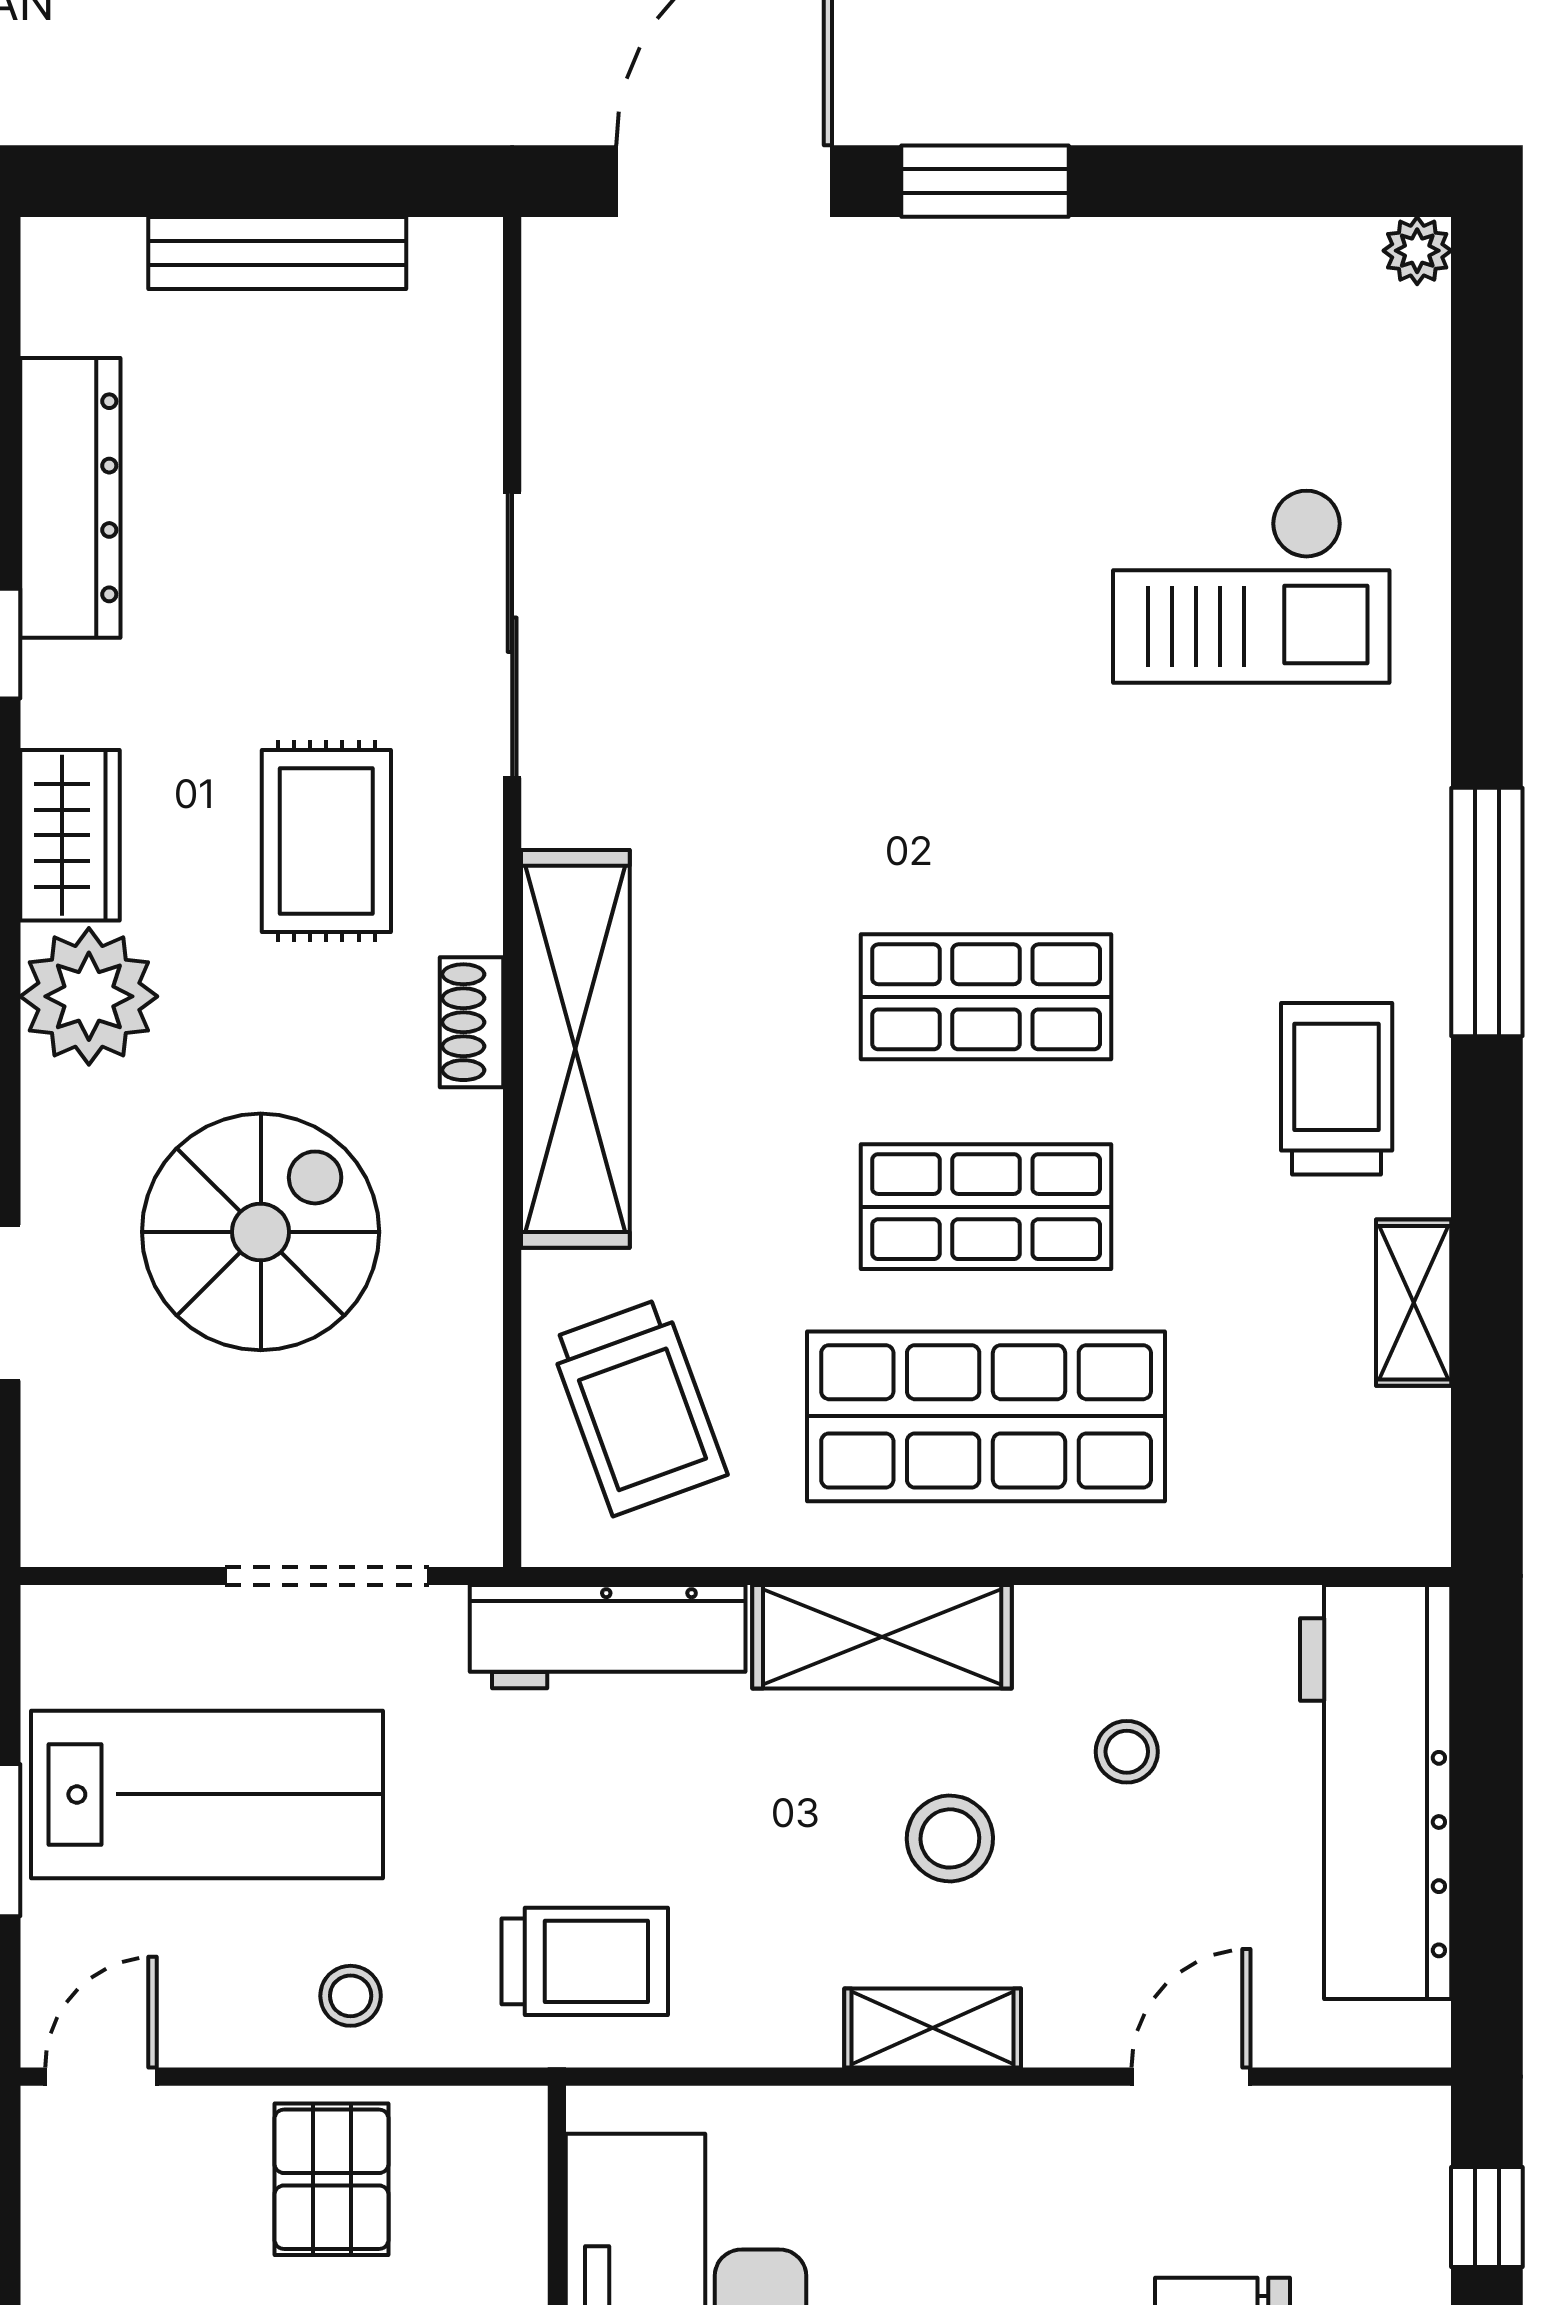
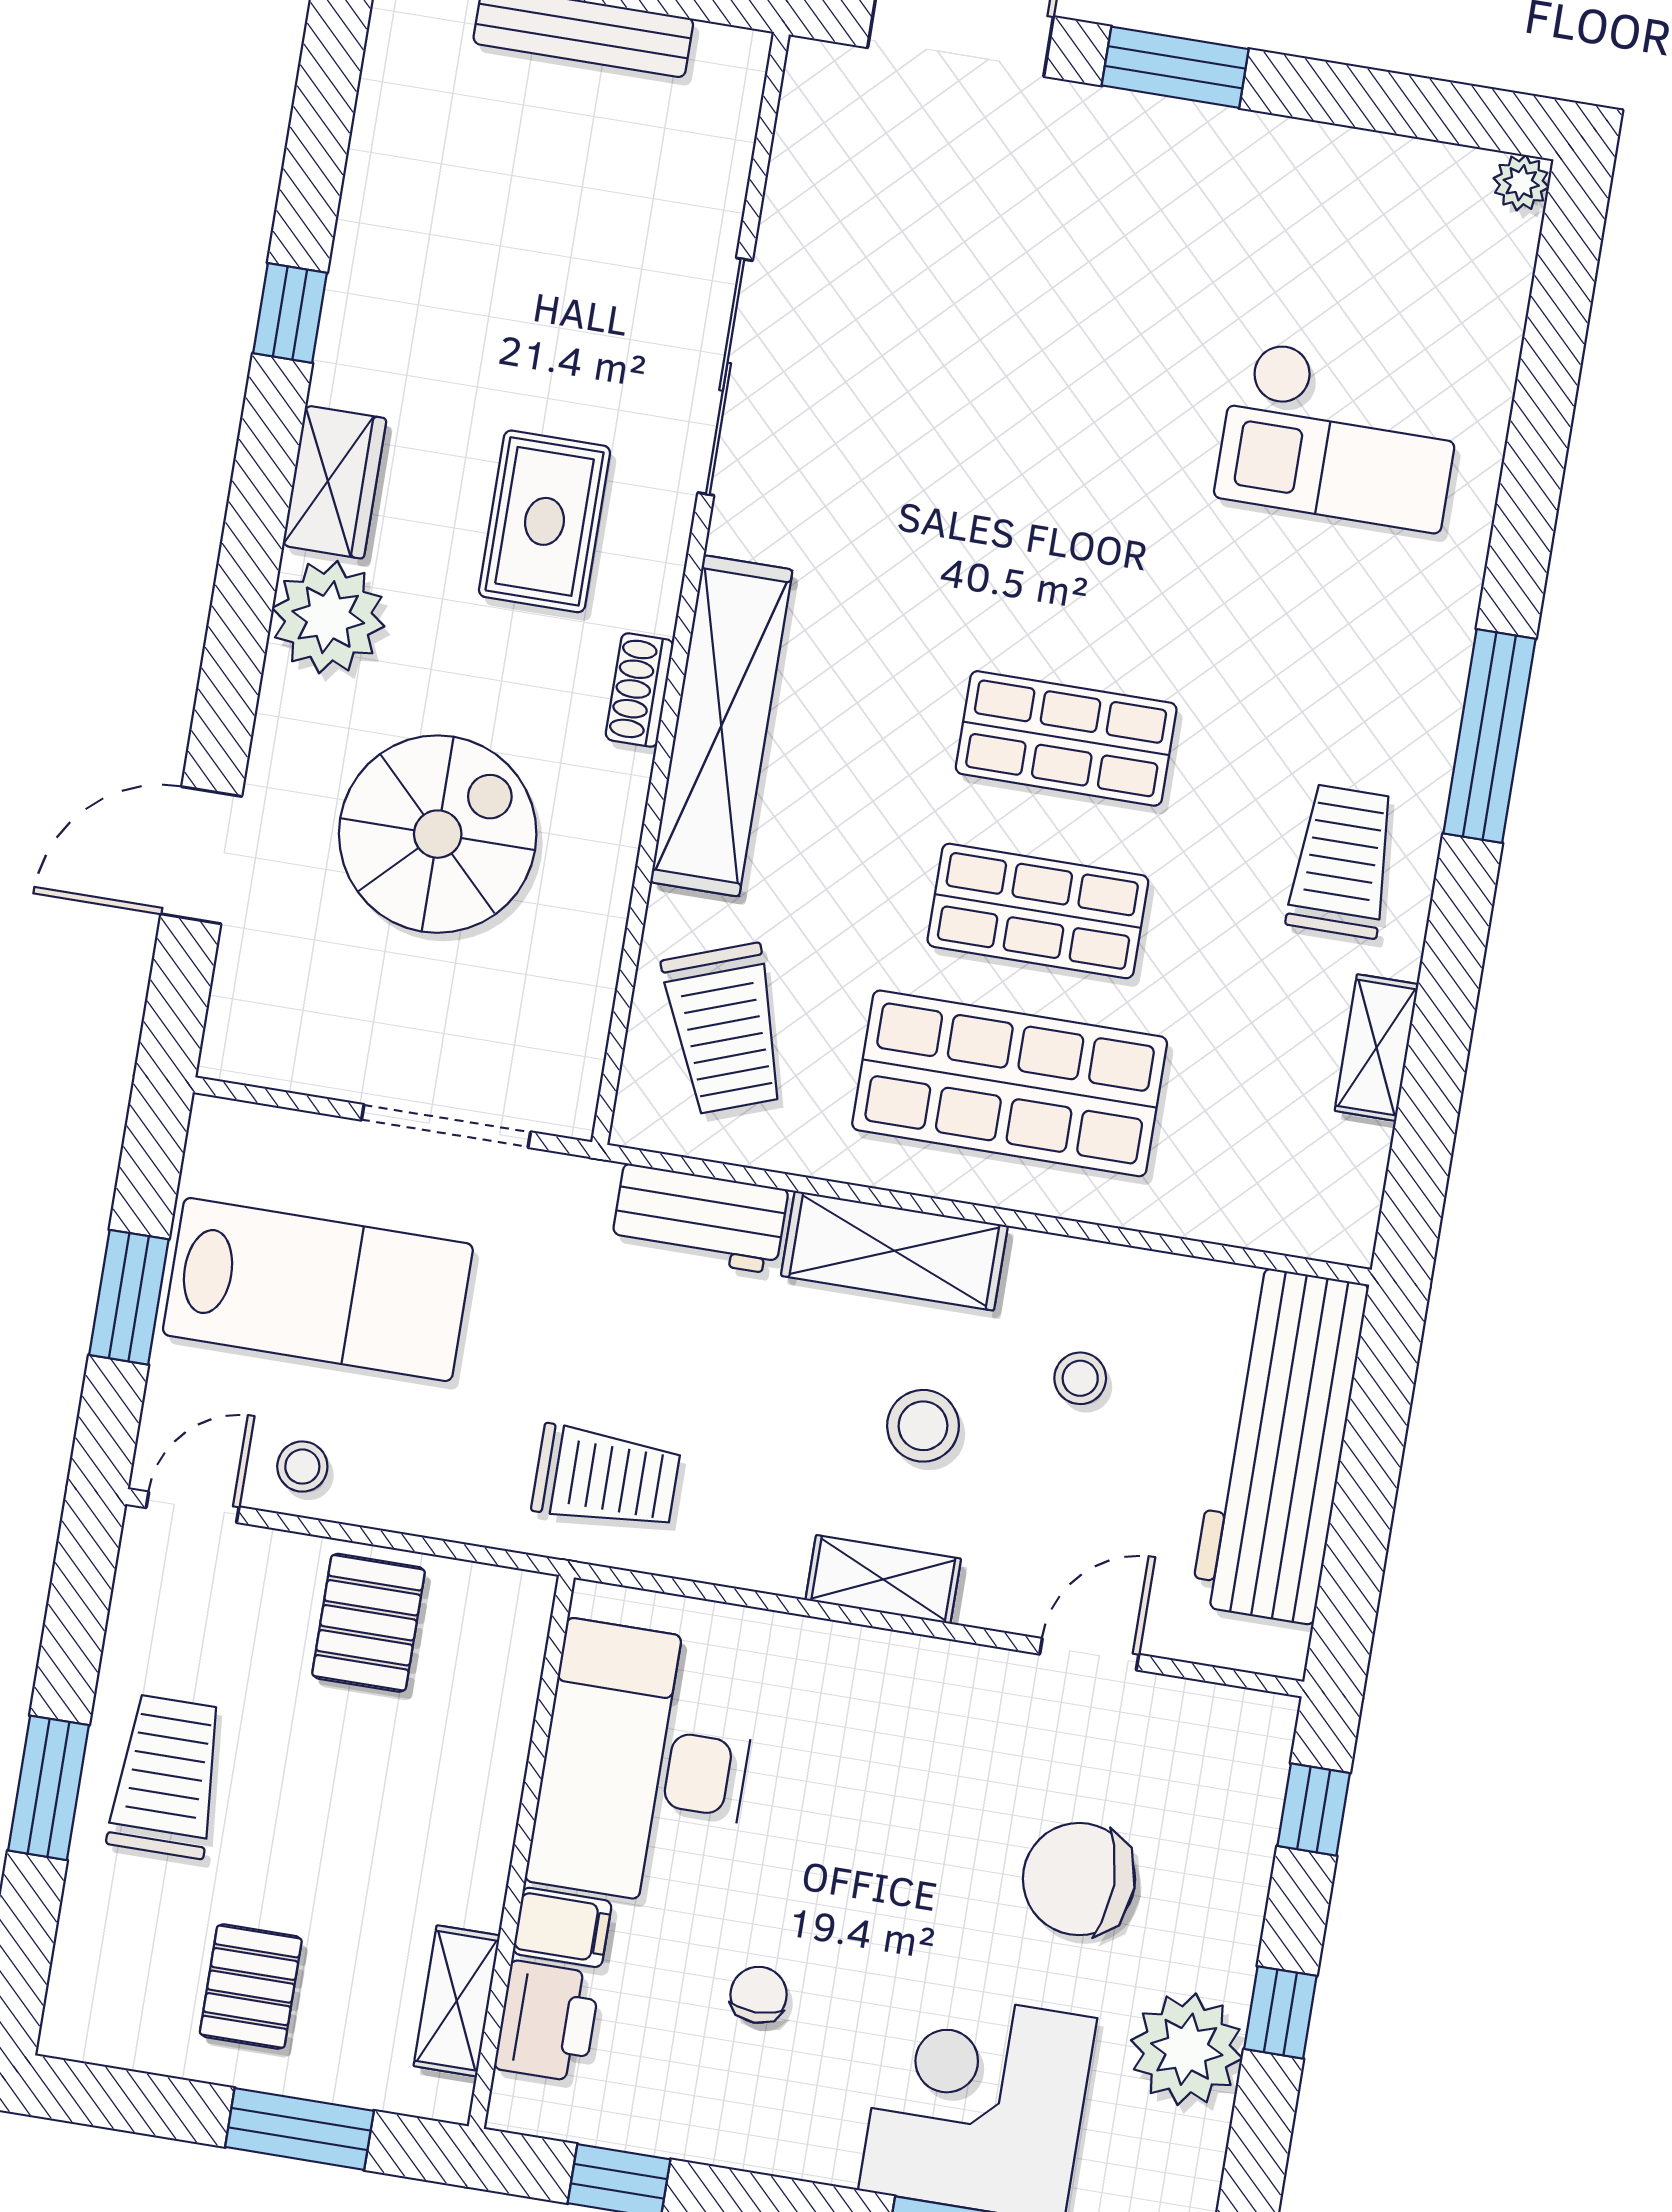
dresser: (70, 498) -> (380, 205), removed
workbench: (608, 1637) -> (700, 1219), width x0.73
stool: (351, 1996) -> (302, 1467), moved

